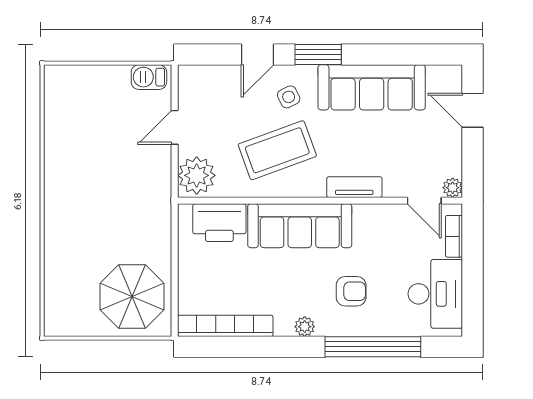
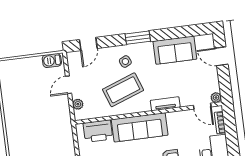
door: (258, 54) -> (88, 44), moved
sofa: (372, 87) -> (175, 50), width x0.73
plant: (197, 175) -> (78, 104), width x0.53, depth x0.53

